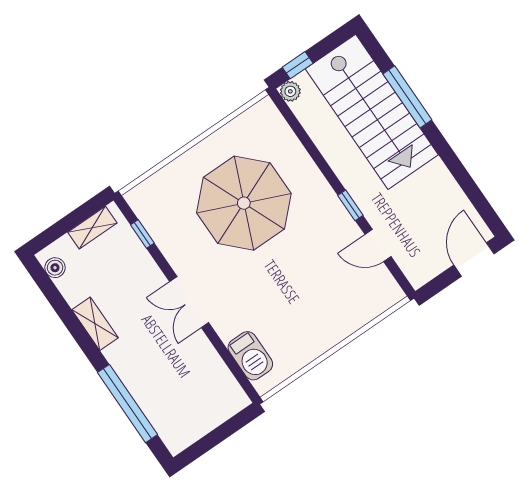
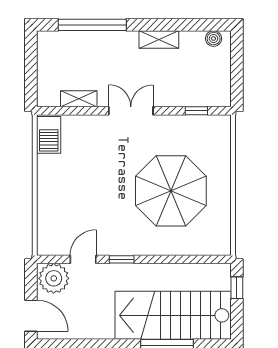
plant: (290, 91) -> (54, 278), moved, width x1.88, depth x1.88
shelving: (92, 228) -> (79, 99), moved, turned 90
barbecue: (250, 356) -> (49, 135), moved, turned -90

